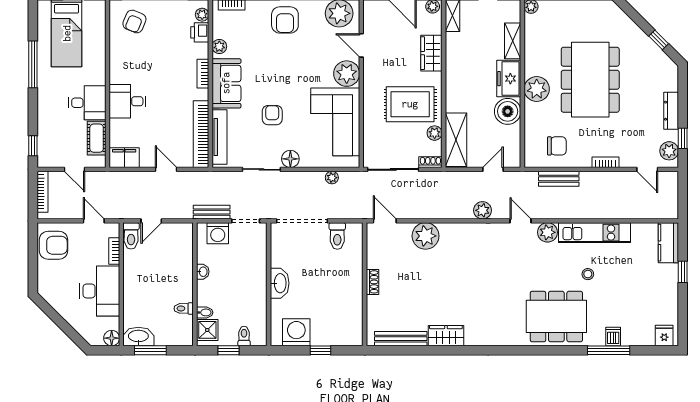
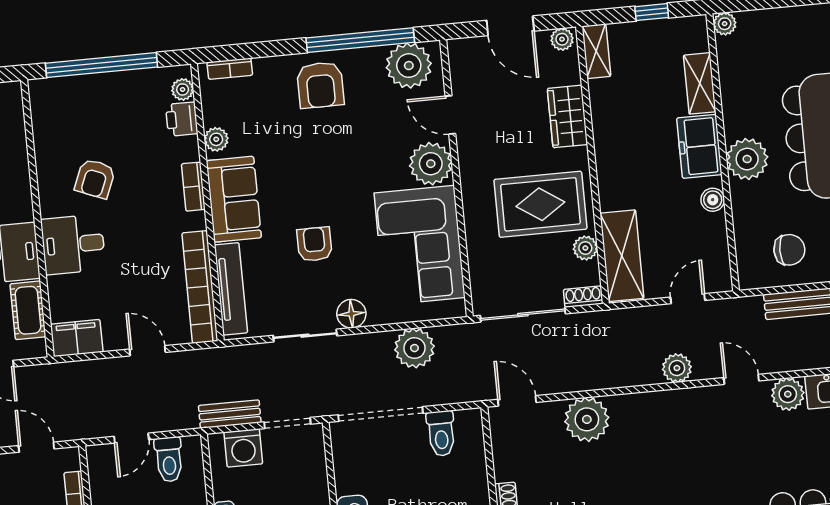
armchair: (134, 22) -> (95, 179), moved
boiler: (508, 111) -> (713, 200), width x0.54, depth x0.54
plant: (332, 178) -> (414, 348), width x1.88, depth x1.88
toilet: (131, 236) -> (169, 459), moved

